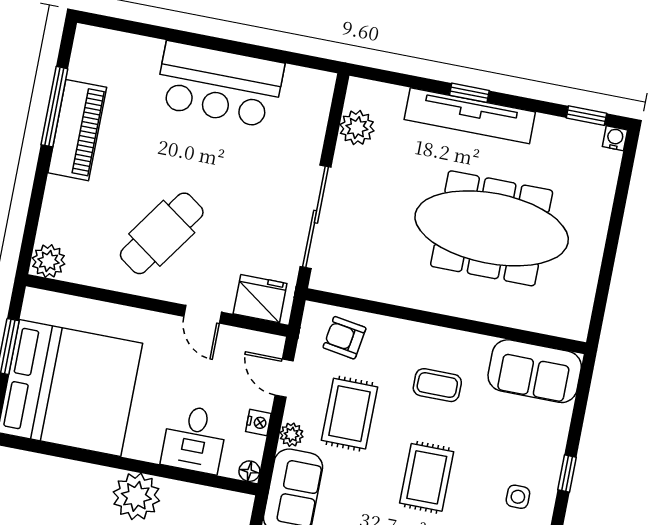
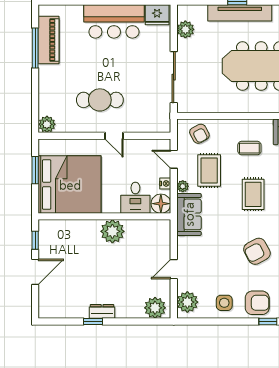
piano: (77, 130) -> (48, 40), moved
cafe table: (162, 233) -> (100, 100), turned 55
fridge: (260, 299) -> (157, 15), moved, turned 180
door: (203, 314) -> (114, 136), moved
armchair: (344, 338) -> (199, 134), turned -127
floor lamp: (249, 471) -> (161, 204), width x1.89, depth x1.89

